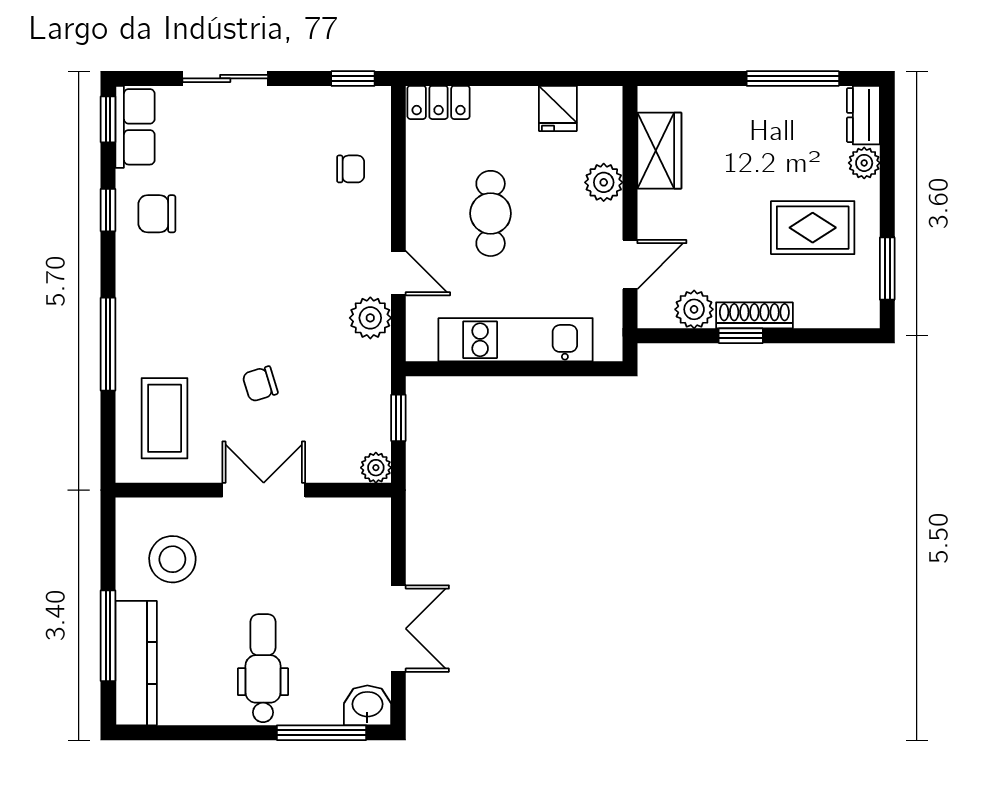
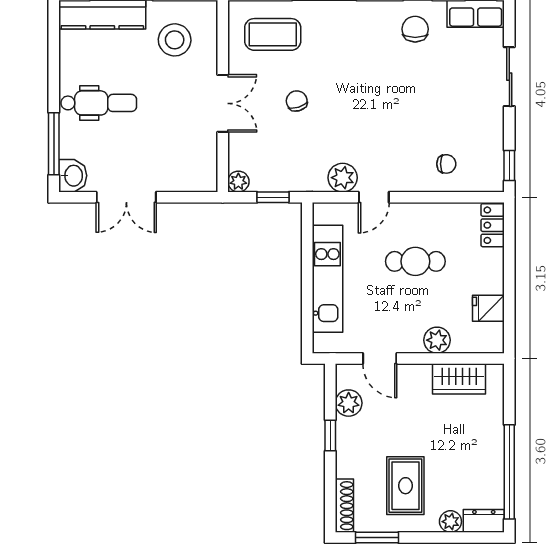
window: (793, 78) -> (509, 472), width x1.46
chair: (351, 169) -> (446, 164), turned -90
shoe rack: (754, 315) -> (344, 506), moved

